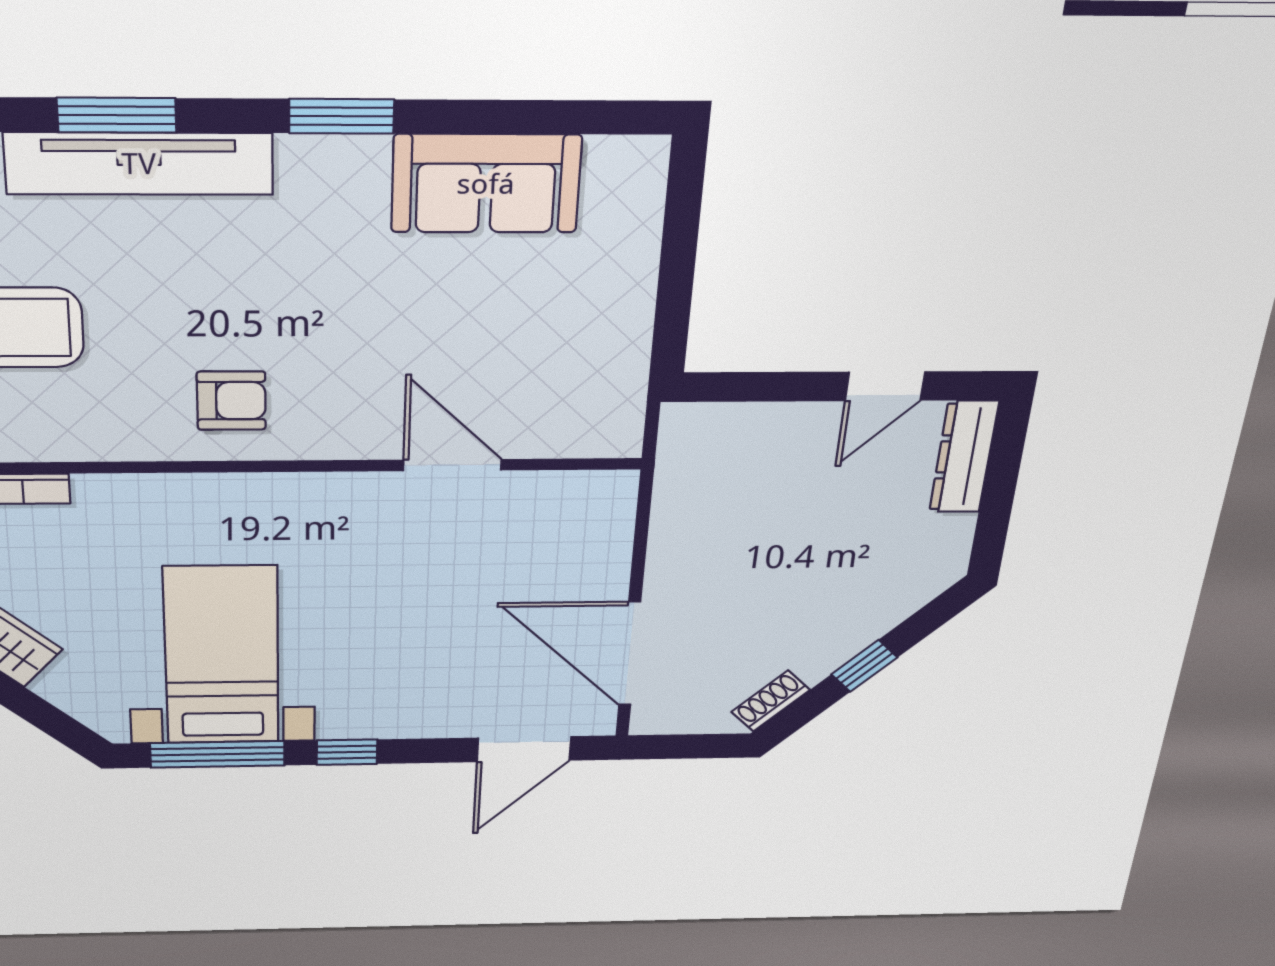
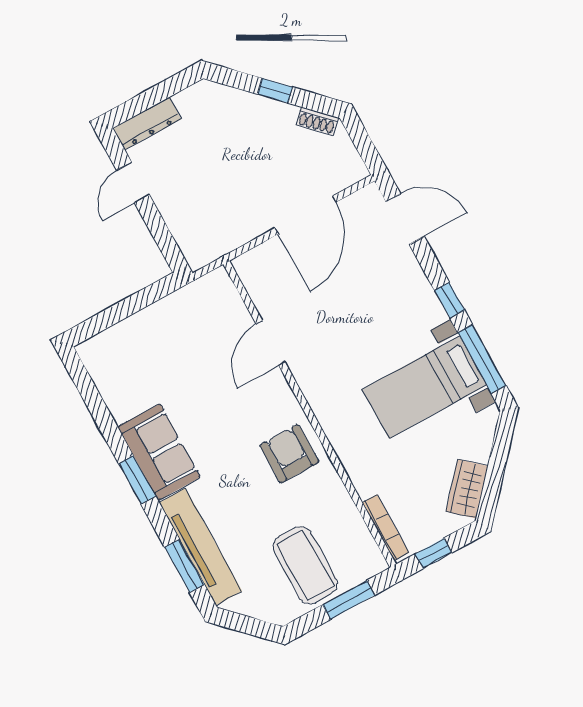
sofa: (486, 184) -> (159, 452), moved
door: (885, 386) -> (133, 183), swing flipped
armchair: (231, 401) -> (289, 454), width x1.38, depth x1.38
door: (630, 654) -> (306, 215), moved

